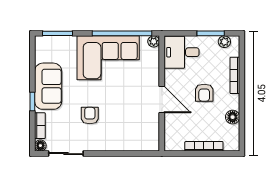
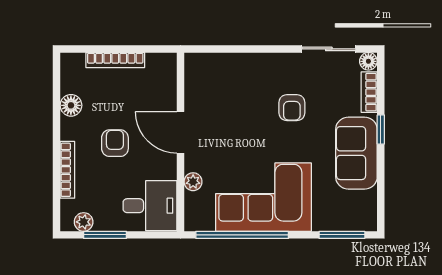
plant: (154, 41) -> (193, 182), moved

